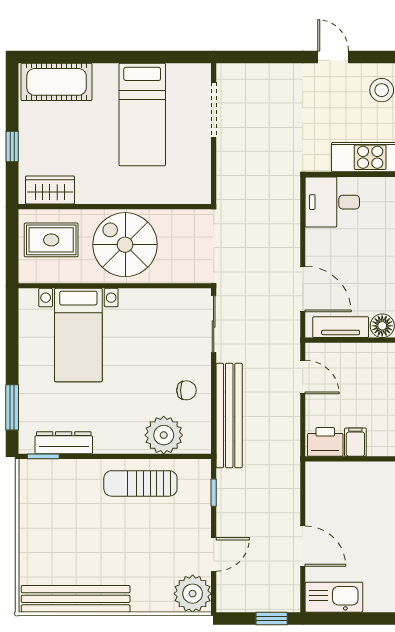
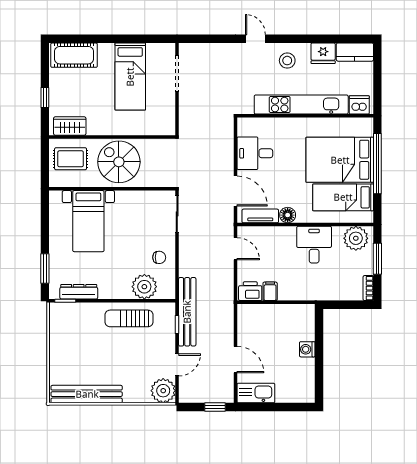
desk: (332, 202) -> (255, 153), moved
bench: (229, 415) -> (187, 312), moved

